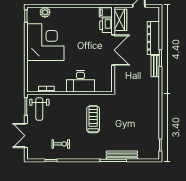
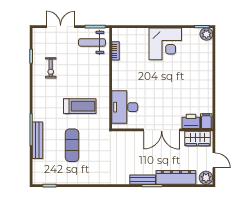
plant: (45, 12) -> (206, 34), moved
plant: (154, 13) -> (206, 178), added
corner desk: (45, 42) -> (165, 44), width x0.74, depth x0.74
desk: (80, 81) -> (125, 107), moved
exercise mat: (126, 126) -> (72, 145), added

